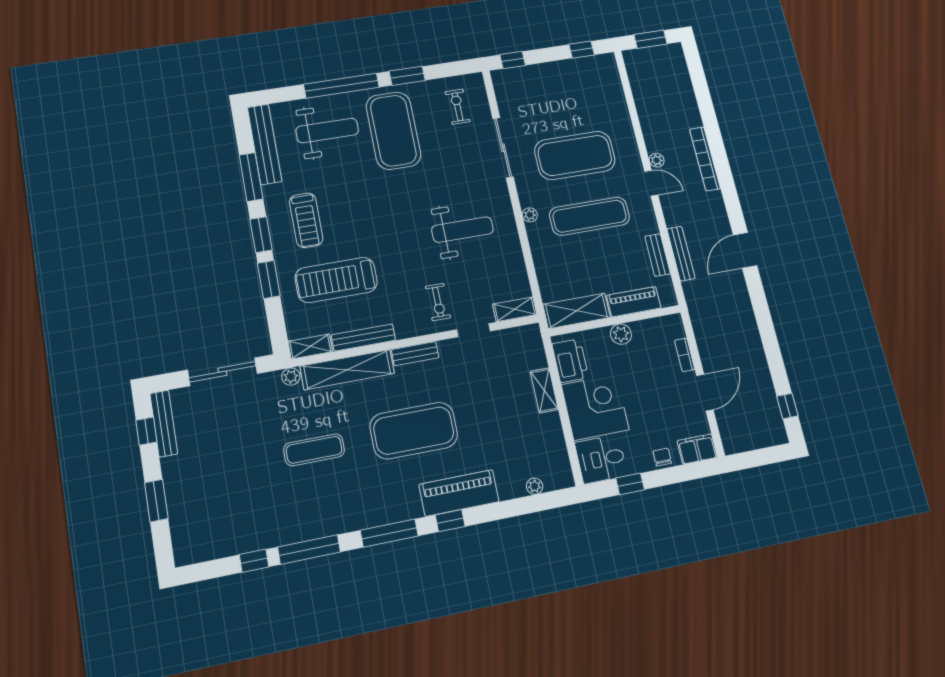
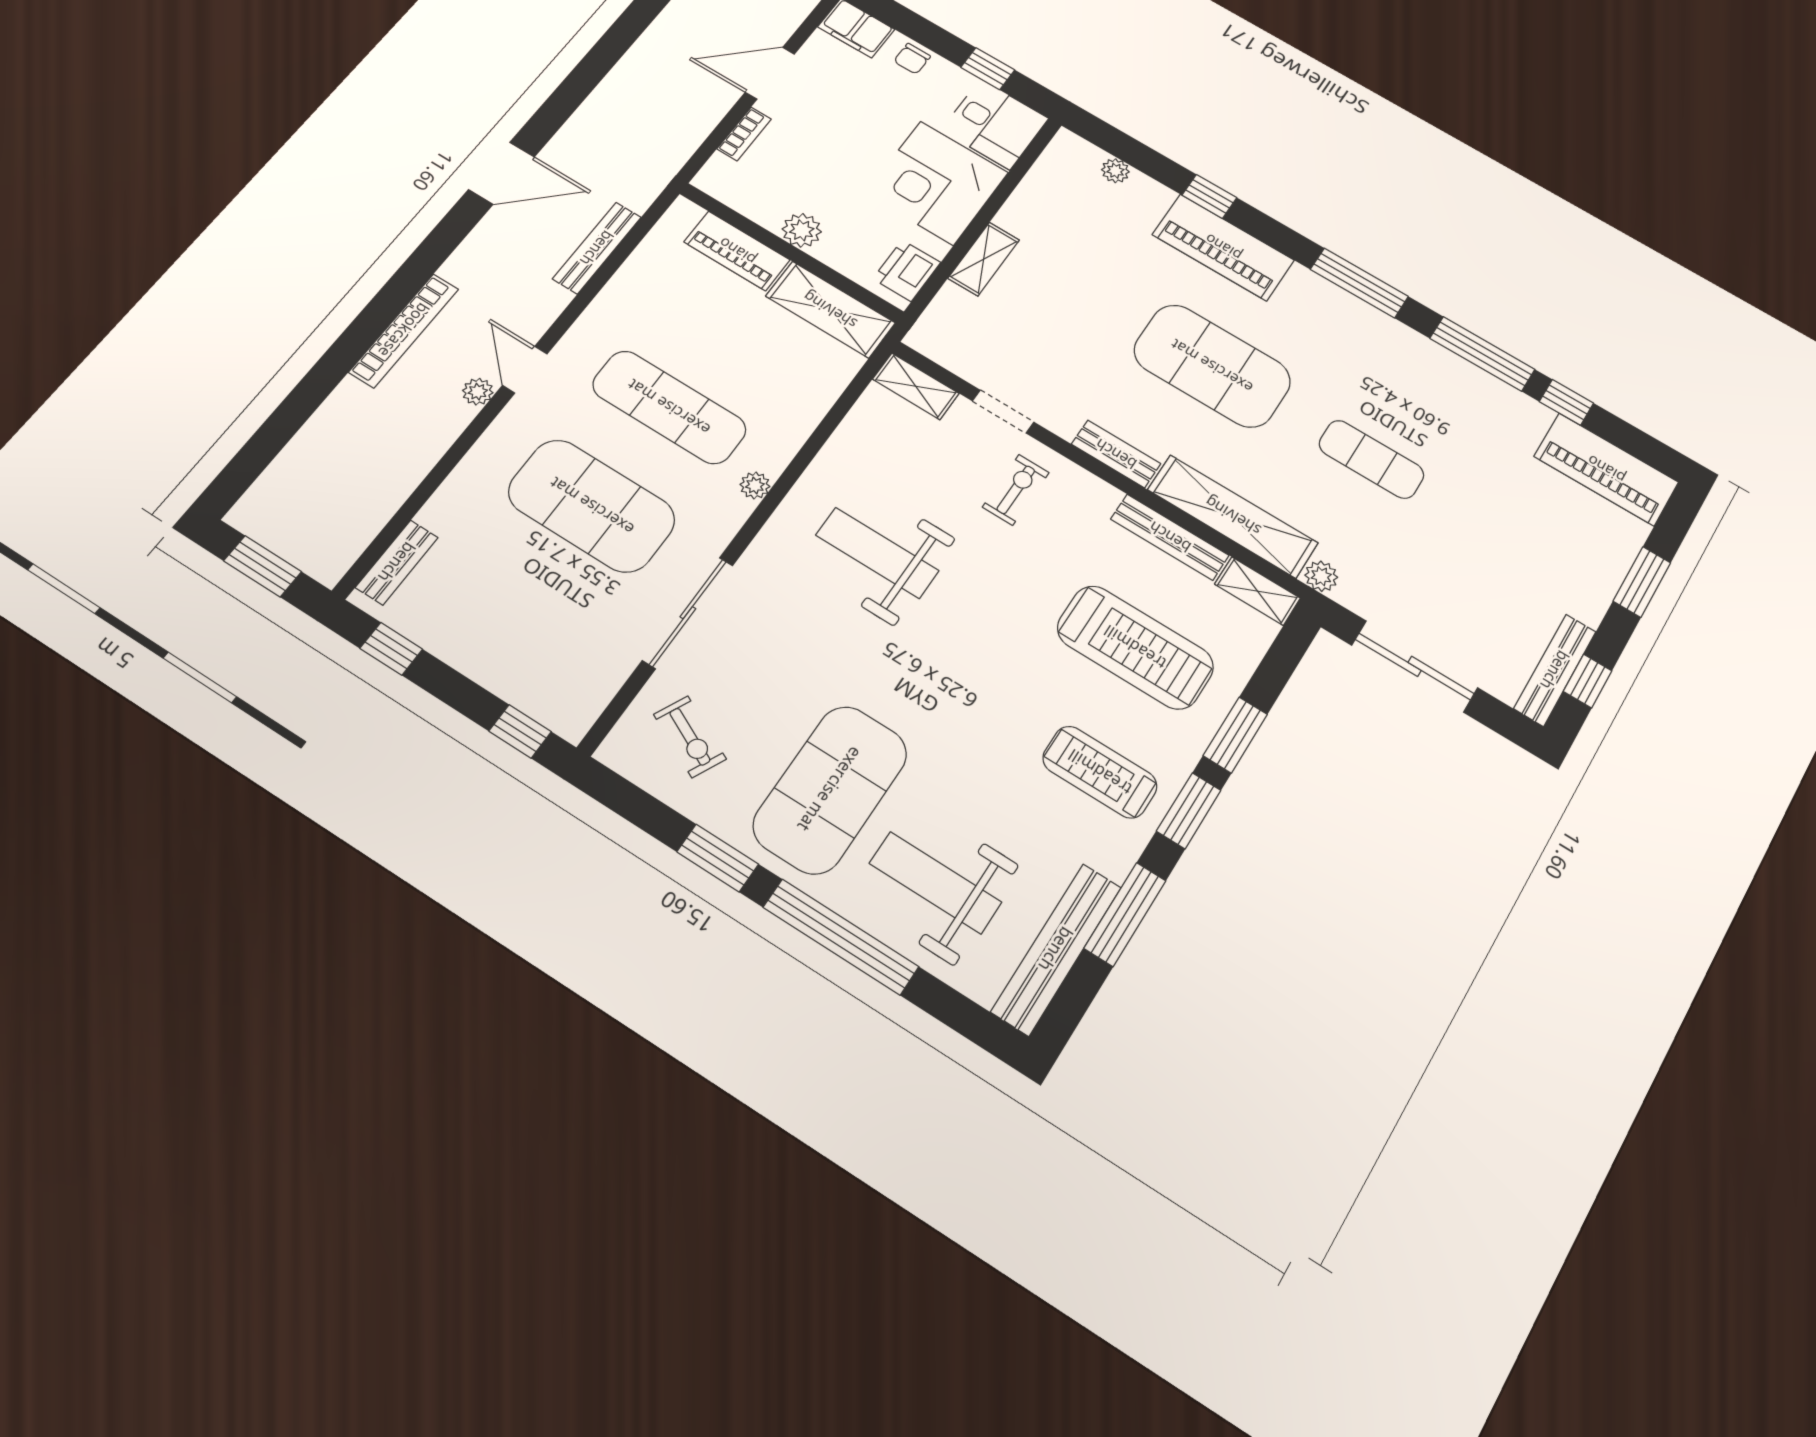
exercise bike: (458, 107) -> (690, 737), turned -64
treadmill: (306, 220) -> (1100, 772), turned -90
bench: (658, 255) -> (397, 562), moved
printer: (570, 361) -> (907, 271), width x0.73, depth x0.84
window: (450, 521) -> (1209, 196), moved
piano: (212, 543) -> (1606, 469), added

